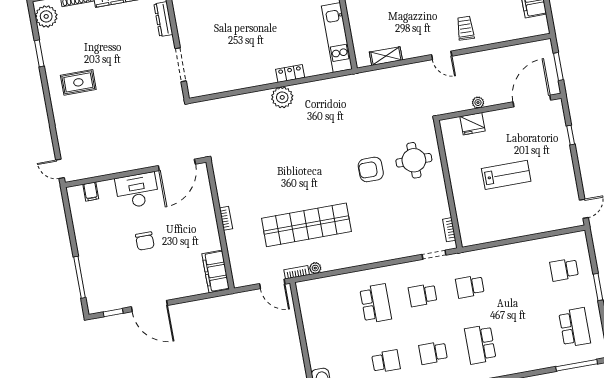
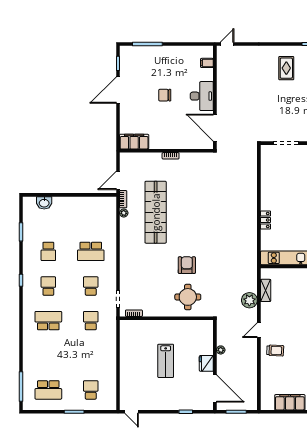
plant: (282, 97) -> (249, 300), moved
fridge: (473, 124) -> (206, 363), moved

